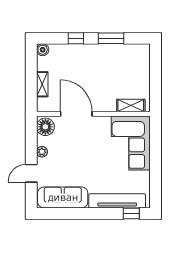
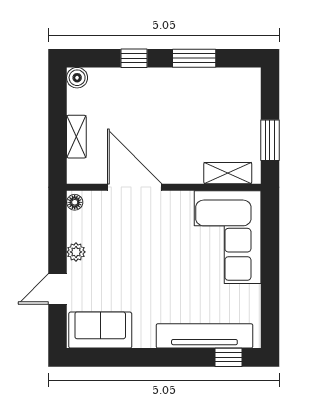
window: (155, 86) -> (270, 140), added
floor lamp: (45, 127) -> (75, 202), width x0.53, depth x0.53
sofa: (63, 197) -> (100, 330), width x0.73

